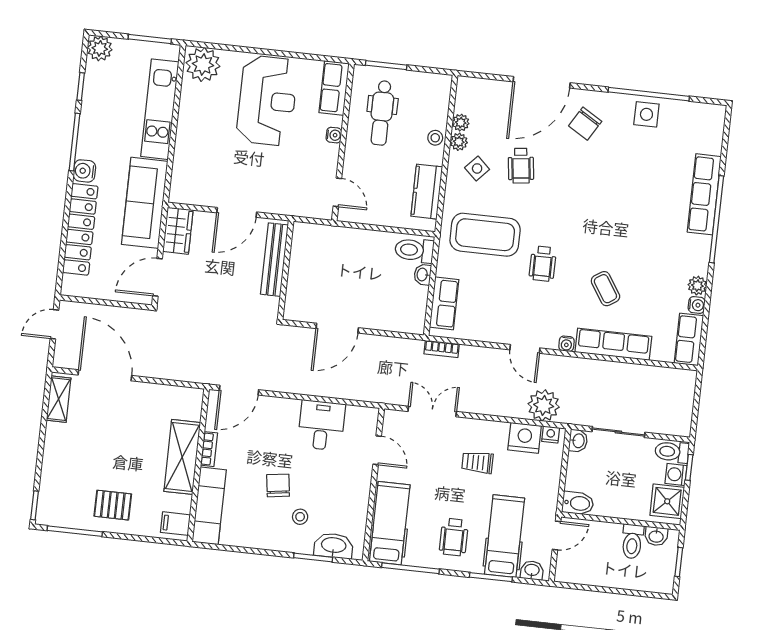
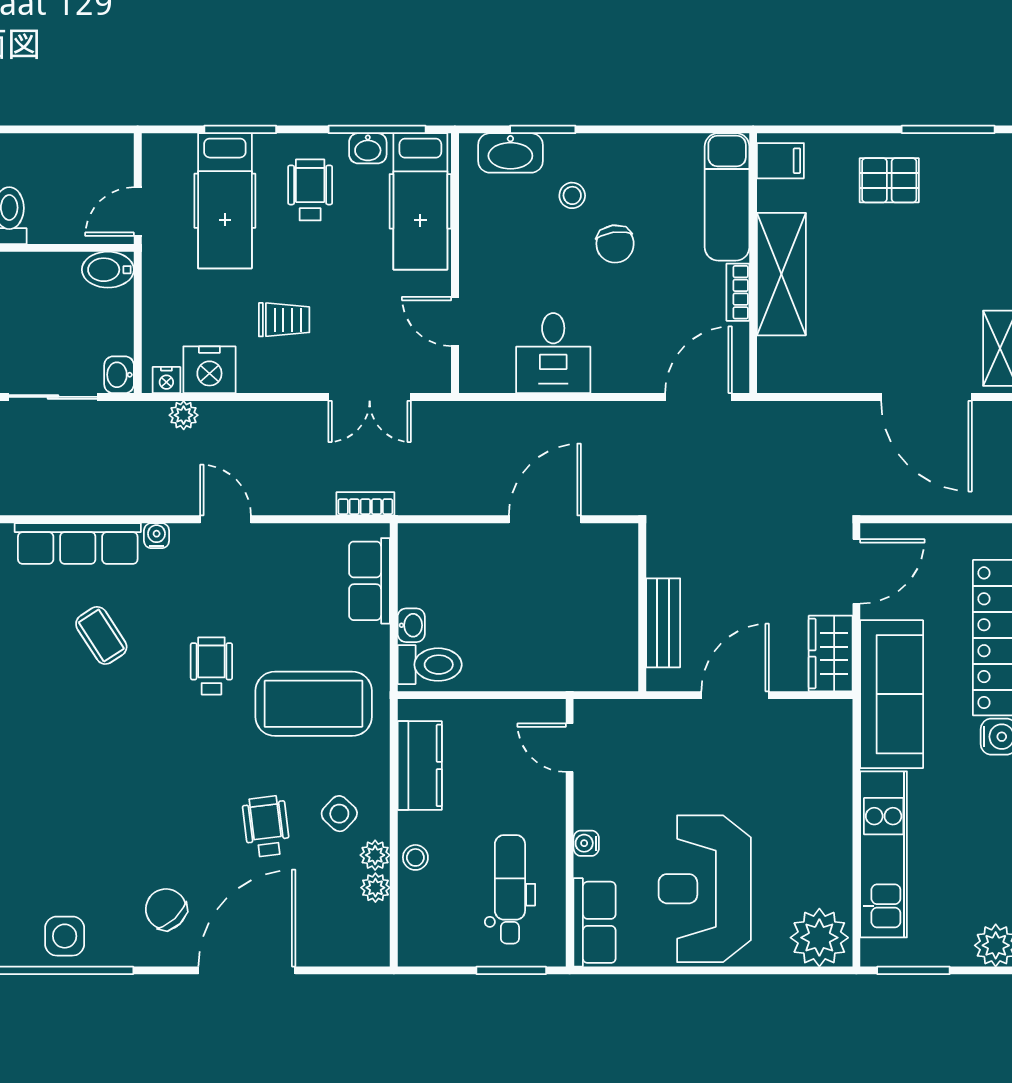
chair: (585, 124) -> (166, 909), turned -74
bench: (274, 260) -> (663, 623), width x0.73
plant: (544, 405) -> (184, 415), width x0.53, depth x0.53
washbasin: (532, 570) -> (368, 148), moved

